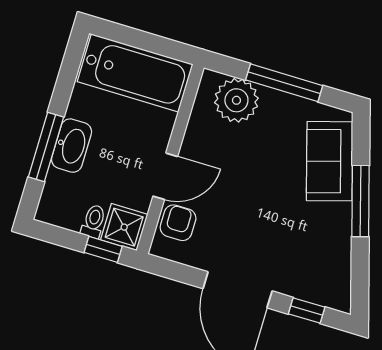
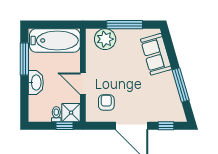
window: (46, 147) -> (24, 59), moved
door: (165, 176) -> (83, 84), swing flipped
window: (361, 201) -> (181, 85), moved
armchair: (178, 223) -> (106, 102), moved

